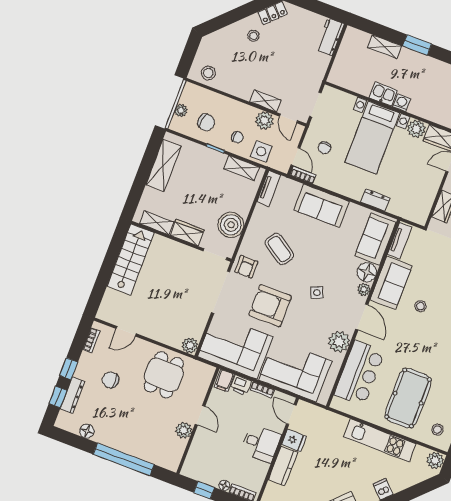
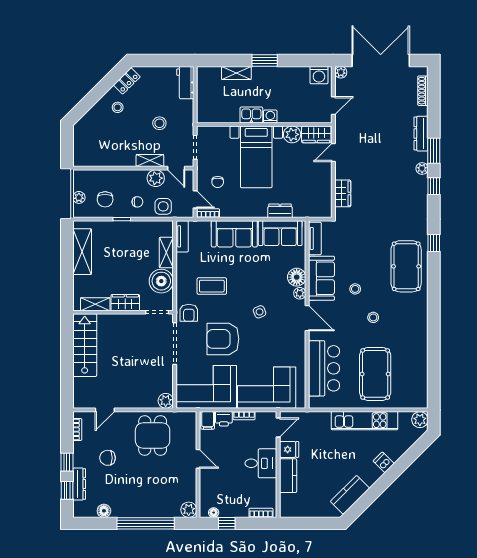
stool: (208, 73) -> (159, 123), moved
chair: (206, 122) -> (105, 199), turned 81
shelving: (242, 168) -> (166, 253), moved, turned 90
sofa: (375, 239) -> (280, 233), moved, turned -90
coffee table: (279, 249) -> (212, 286), turned -34
plant: (339, 342) -> (296, 348), removed
door: (291, 414) -> (278, 428), swing flipped
plant: (184, 430) -> (189, 510), moved
stool: (437, 430) -> (373, 317), moved
floor lamp: (224, 486) -> (214, 513), moved

